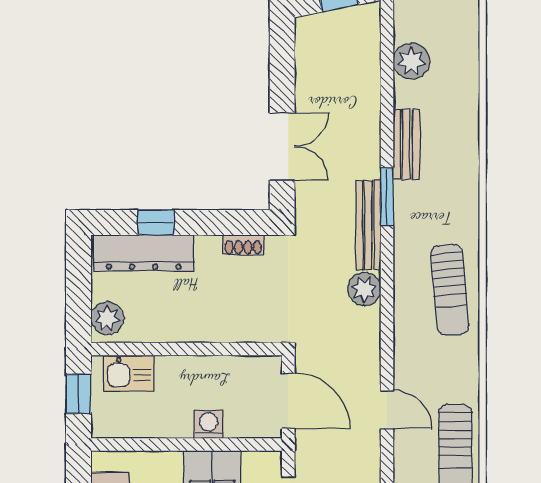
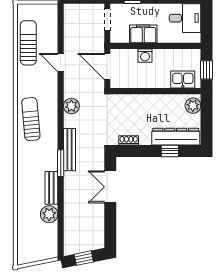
plant: (411, 61) -> (49, 214), moved
plant: (364, 289) -> (71, 106), moved

